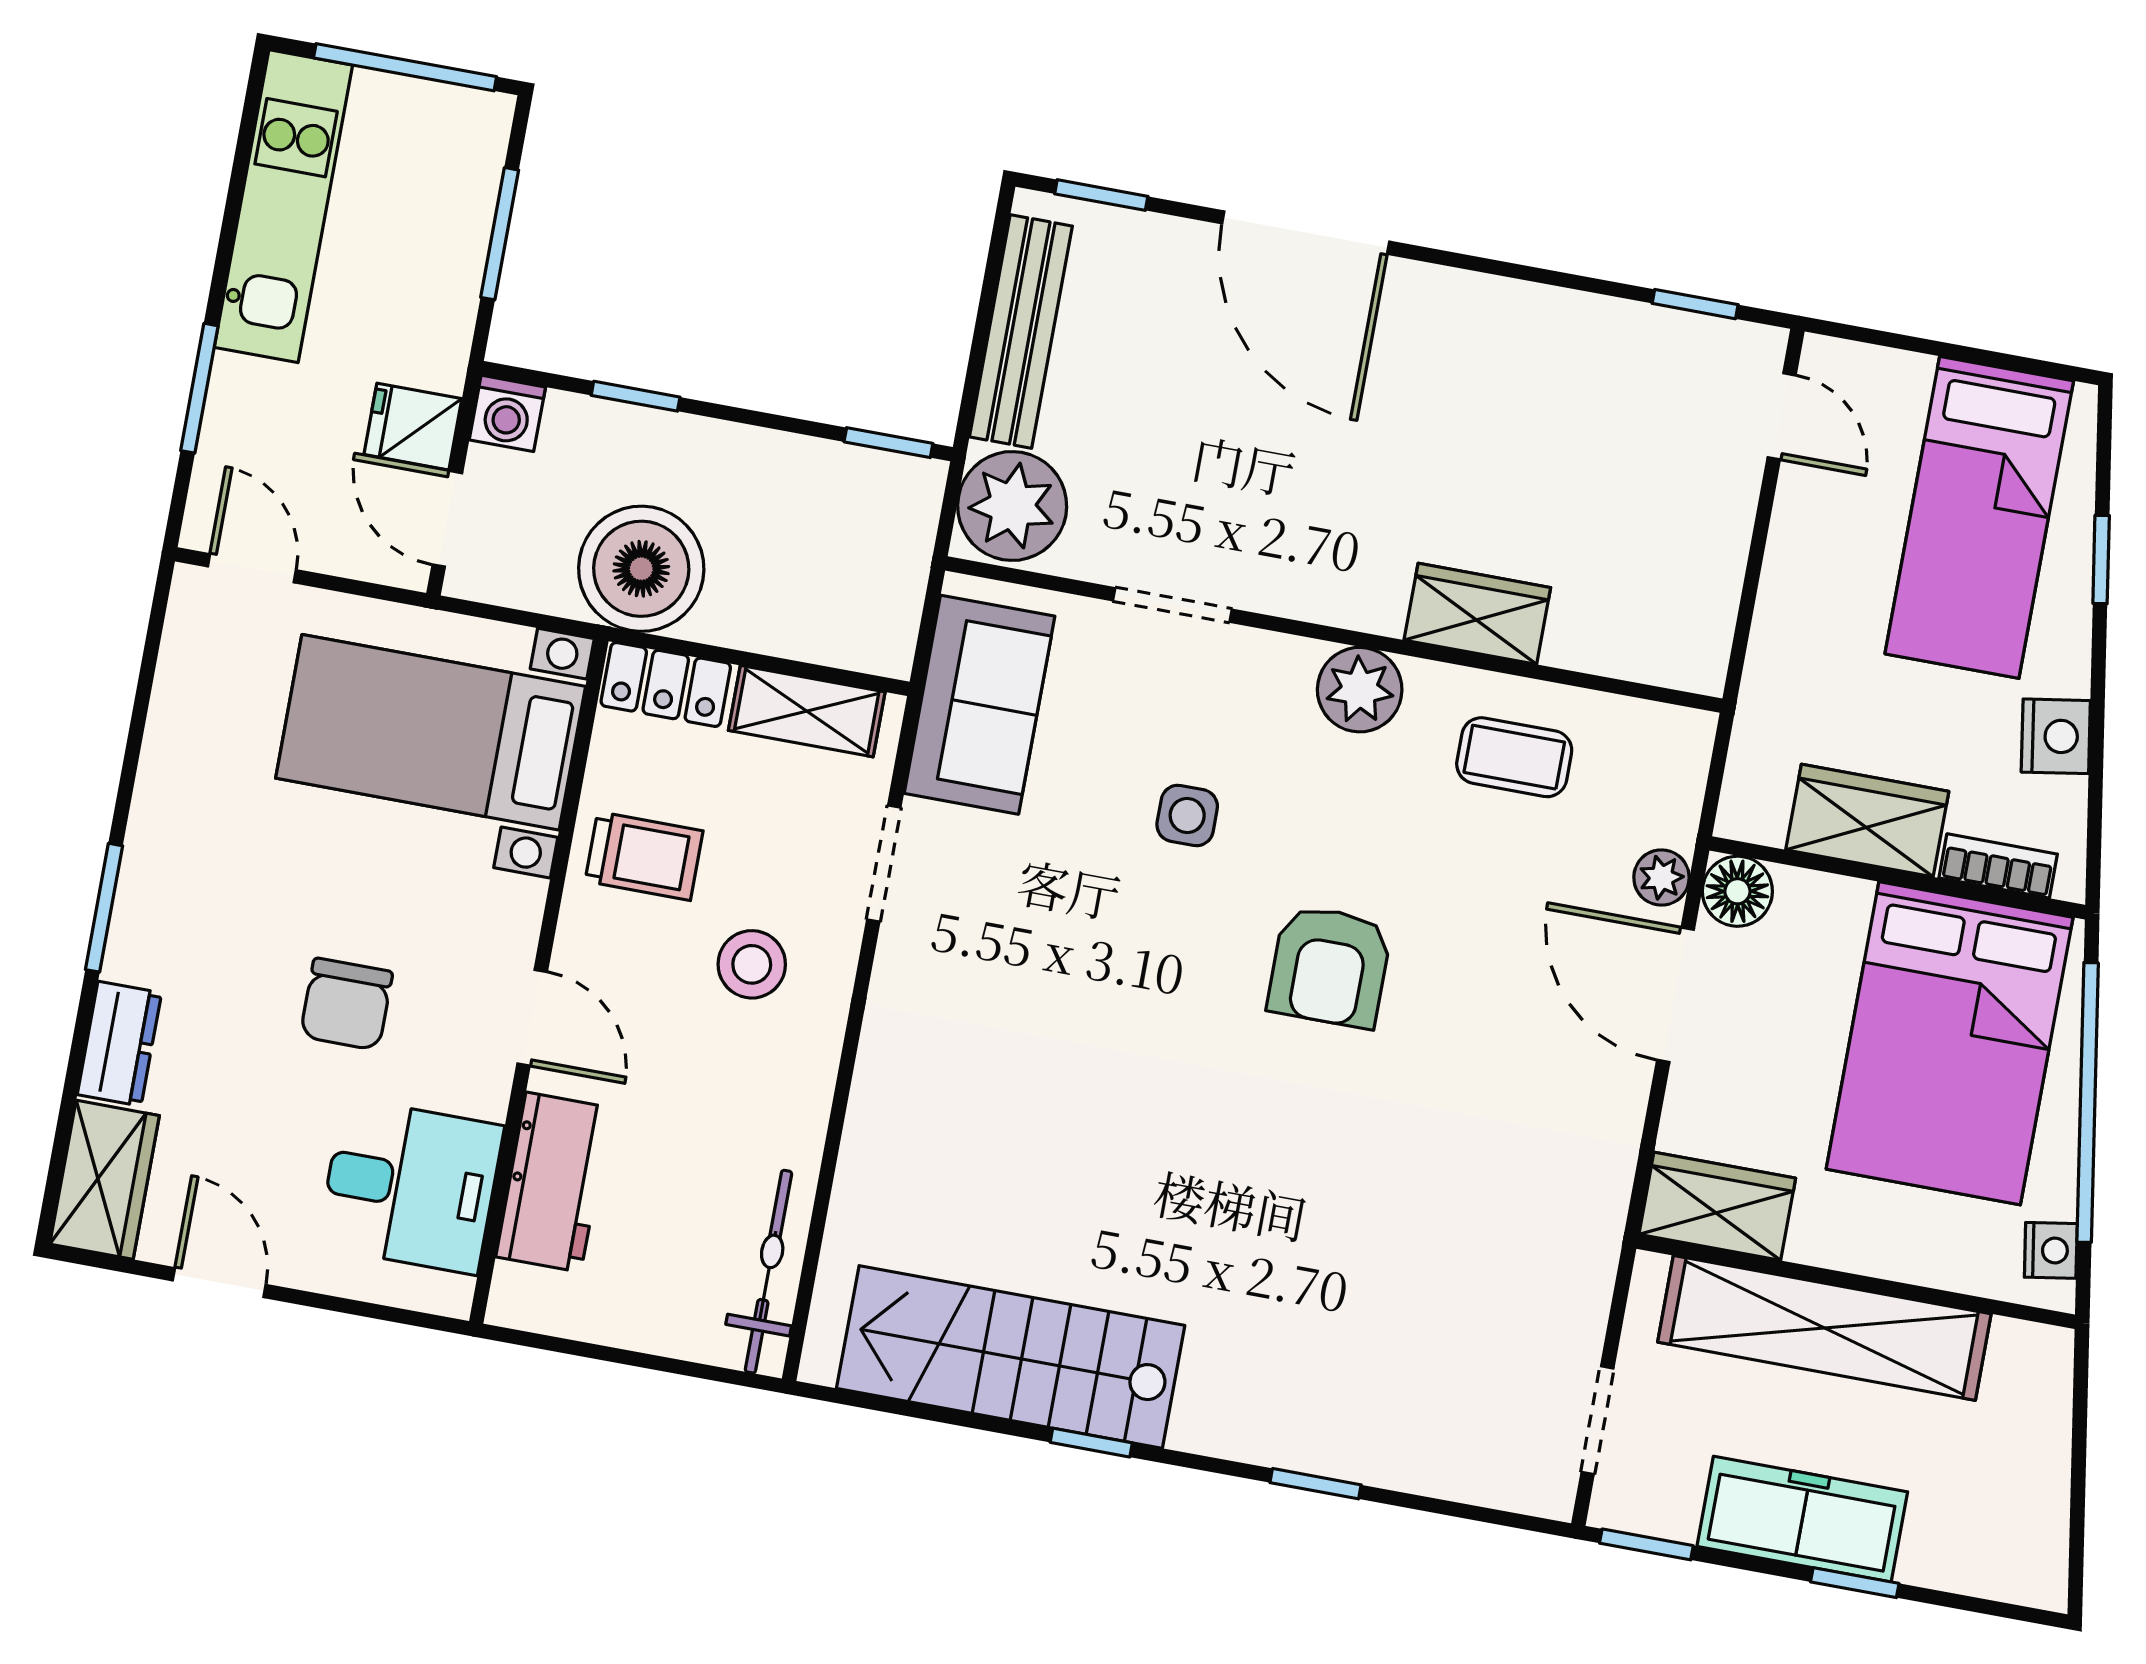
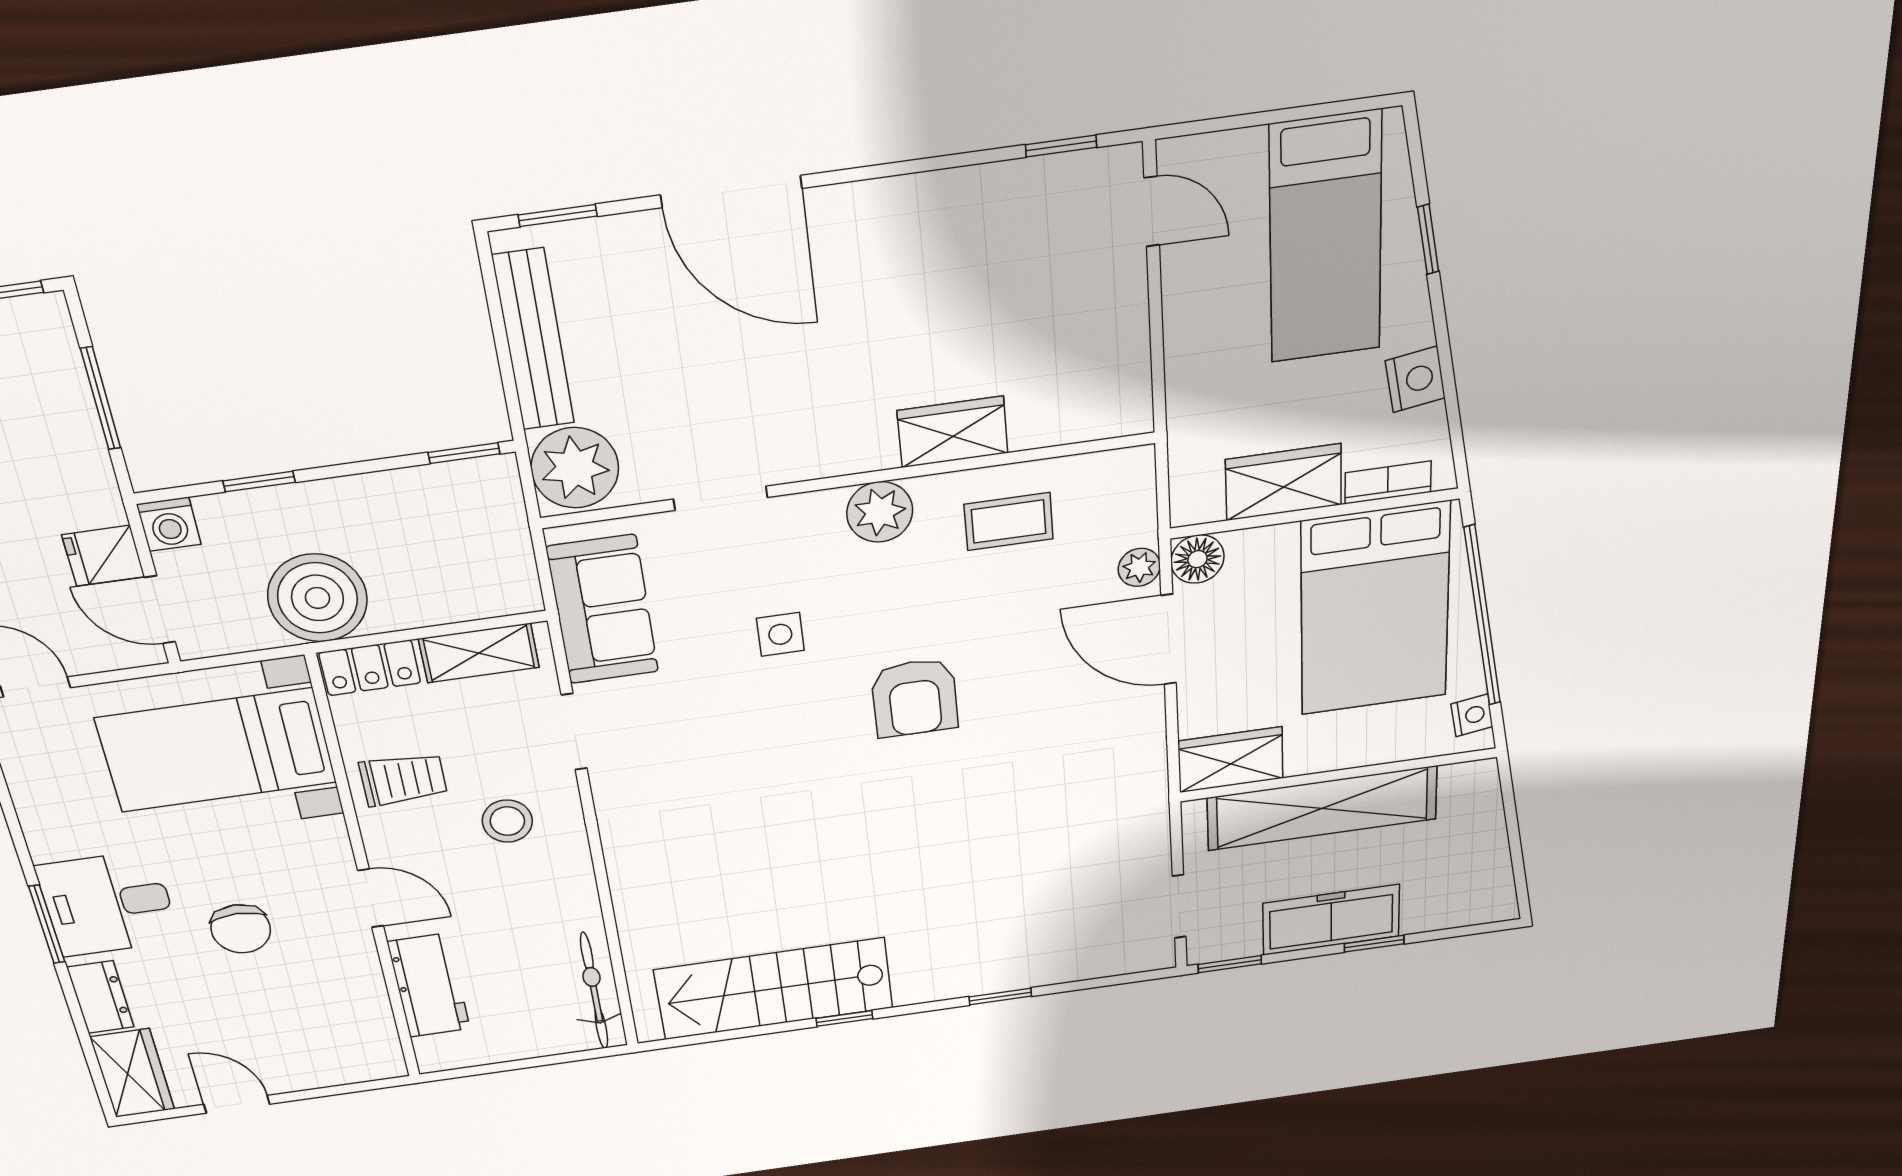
desk: (410, 1186) -> (108, 904), moved, turned 180

